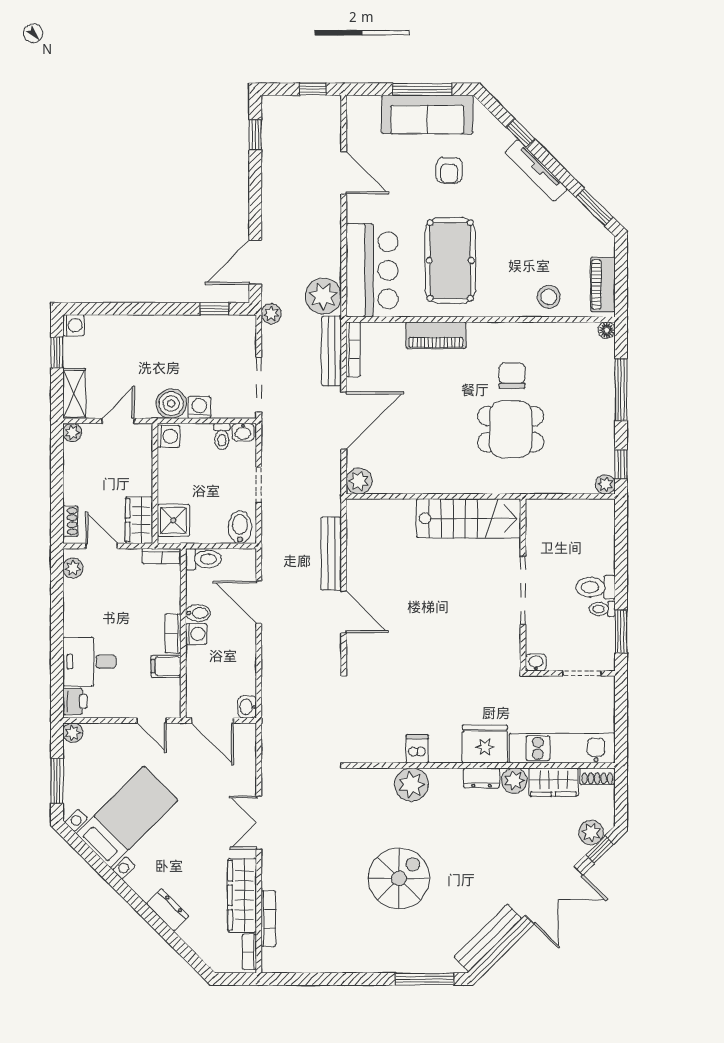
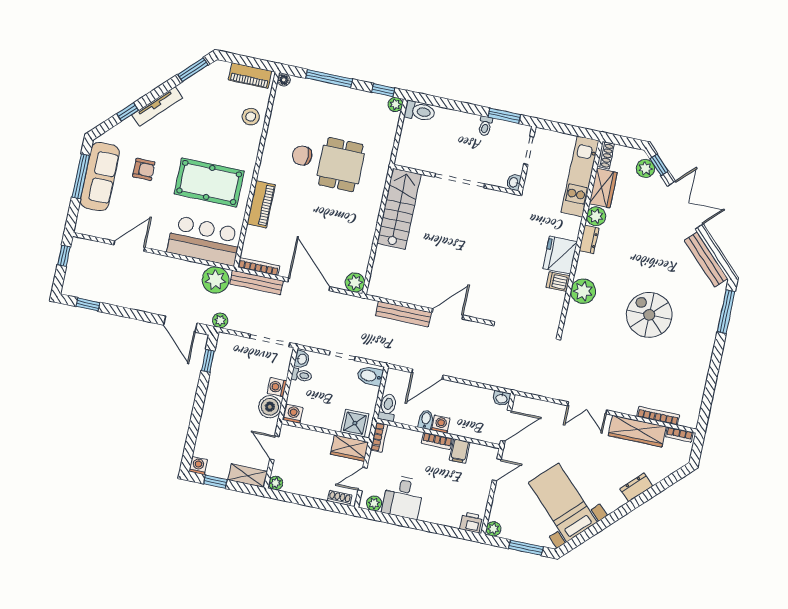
toilet: (595, 587) -> (420, 111), moved, turned -90
desk: (89, 662) -> (403, 497), moved
fridge: (485, 744) -> (560, 255), moved

